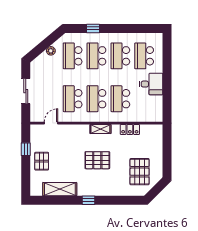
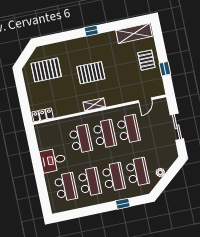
locker: (130, 129) -> (43, 115), moved
pallet: (140, 172) -> (46, 70), turned 90
shelving: (60, 189) -> (134, 33), moved

